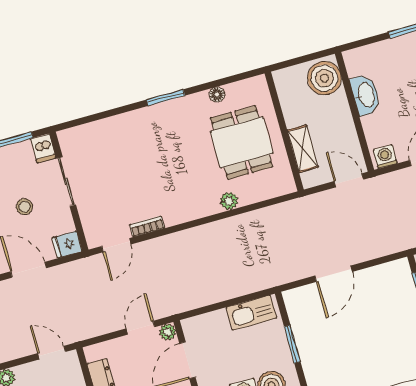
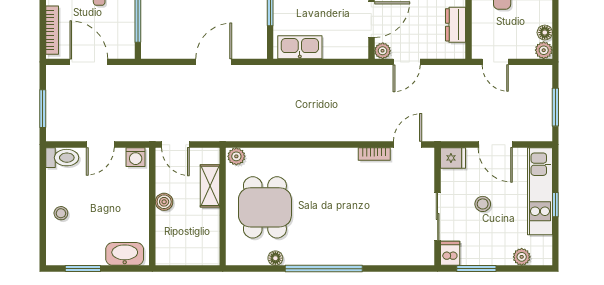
boiler: (324, 78) -> (164, 202), moved, width x0.54, depth x0.54
washbasin: (366, 95) -> (125, 254), moved, turned 90
window: (166, 98) -> (324, 269), width x2.11
plant: (229, 201) -> (236, 156), moved

